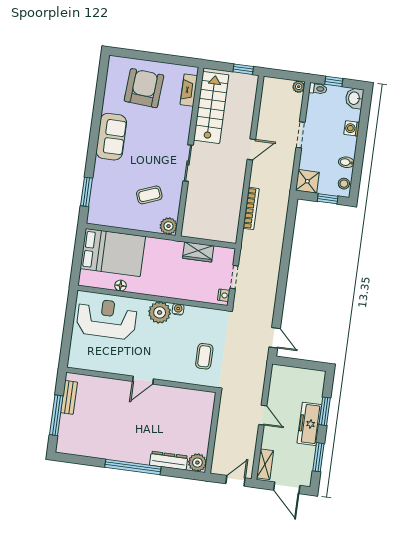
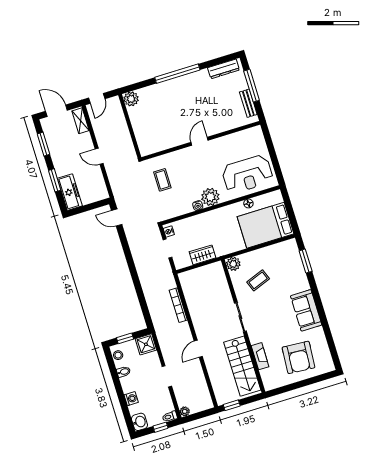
fireplace: (189, 90) -> (260, 356), moved
freezer: (309, 424) -> (70, 192), moved
dresser: (169, 461) -> (224, 69), moved

